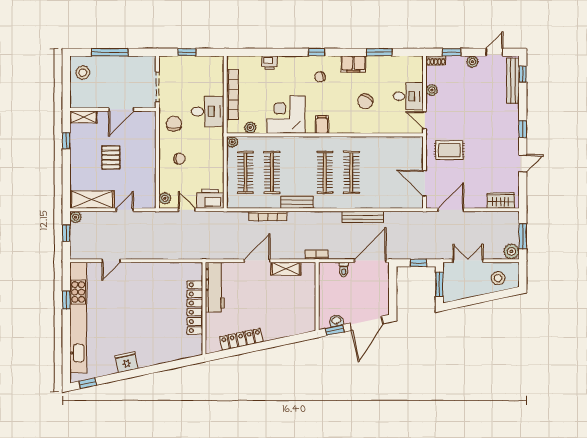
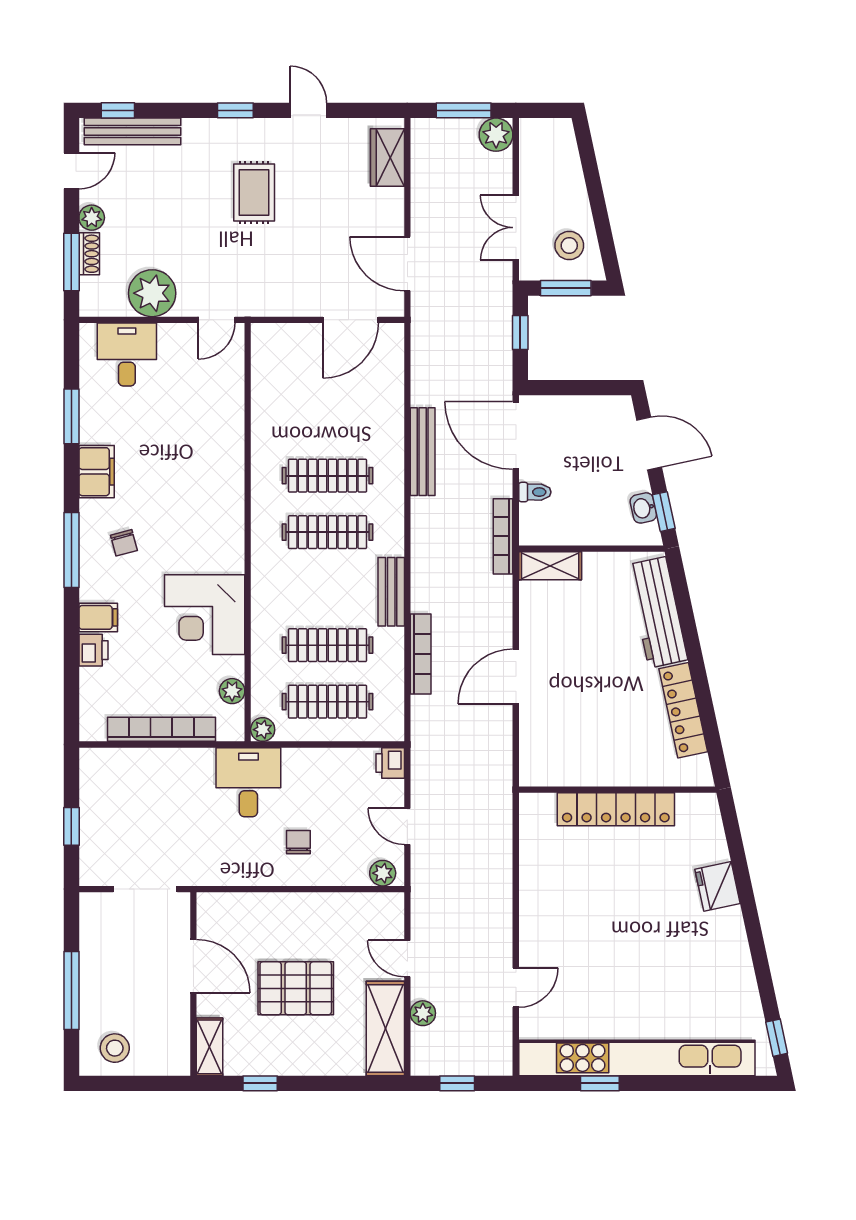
window: (317, 52) -> (71, 550), width x2.17
window: (452, 52) -> (71, 262), width x1.50
door: (494, 52) -> (71, 171), swing flipped
shoe rack: (436, 61) -> (89, 254), moved
plant: (432, 90) -> (152, 293), width x1.87, depth x1.87
desk: (408, 96) -> (127, 355), moved
chair: (365, 101) -> (176, 446), removed
desk: (208, 111) -> (248, 782), moved
chair: (174, 124) -> (224, 854), removed
filing cabinet: (322, 124) -> (98, 617), moved, turned 180
rug: (449, 150) -> (254, 193), moved
pallet: (111, 157) -> (296, 988), width x1.50, depth x1.42
printer: (210, 199) -> (390, 763), width x0.53, depth x0.68
door: (187, 210) -> (407, 826), hinge flipped
plant: (76, 217) -> (423, 1013), moved
bookcase: (317, 255) -> (503, 536), width x1.56
door: (111, 261) -> (516, 988), hinge flipped
door: (257, 261) -> (516, 676), hinge flipped
shelving: (286, 269) -> (550, 566), moved, turned 90
stool: (498, 278) -> (569, 246), moved
workbench: (215, 287) -> (657, 612), moved, turned -102
door: (367, 323) -> (649, 443), width x0.73
fridge: (127, 362) -> (717, 886), moved

